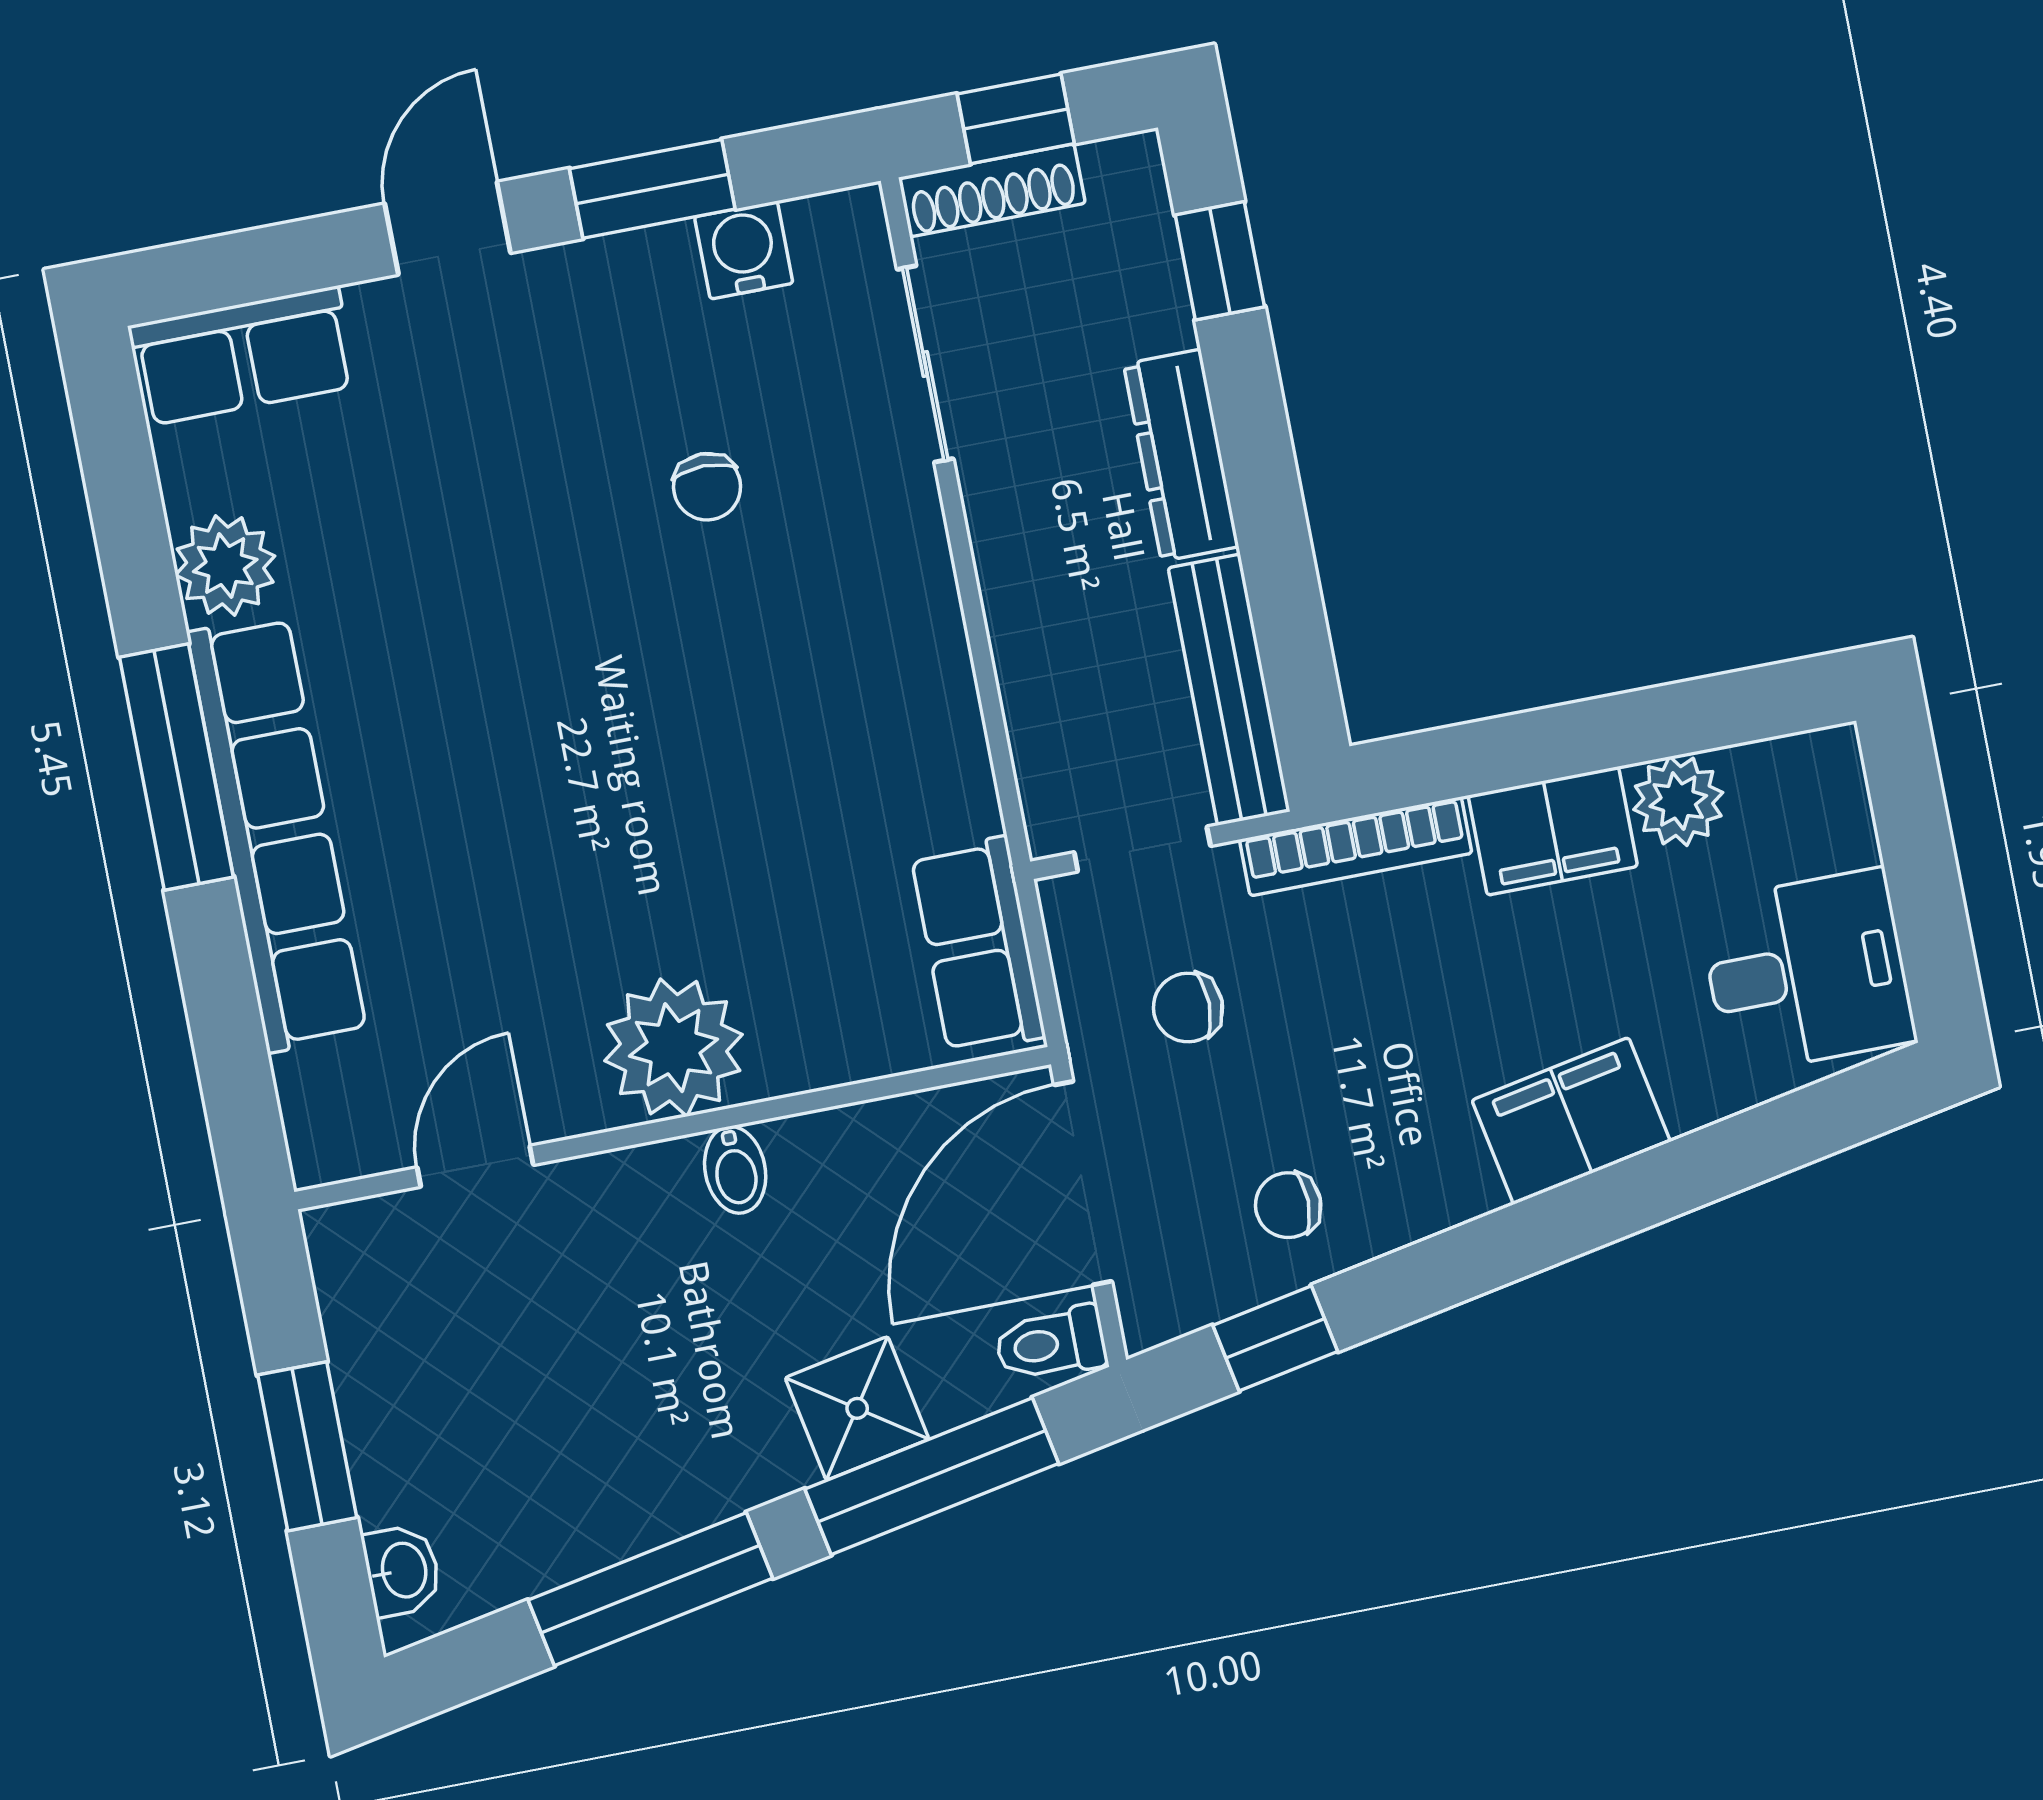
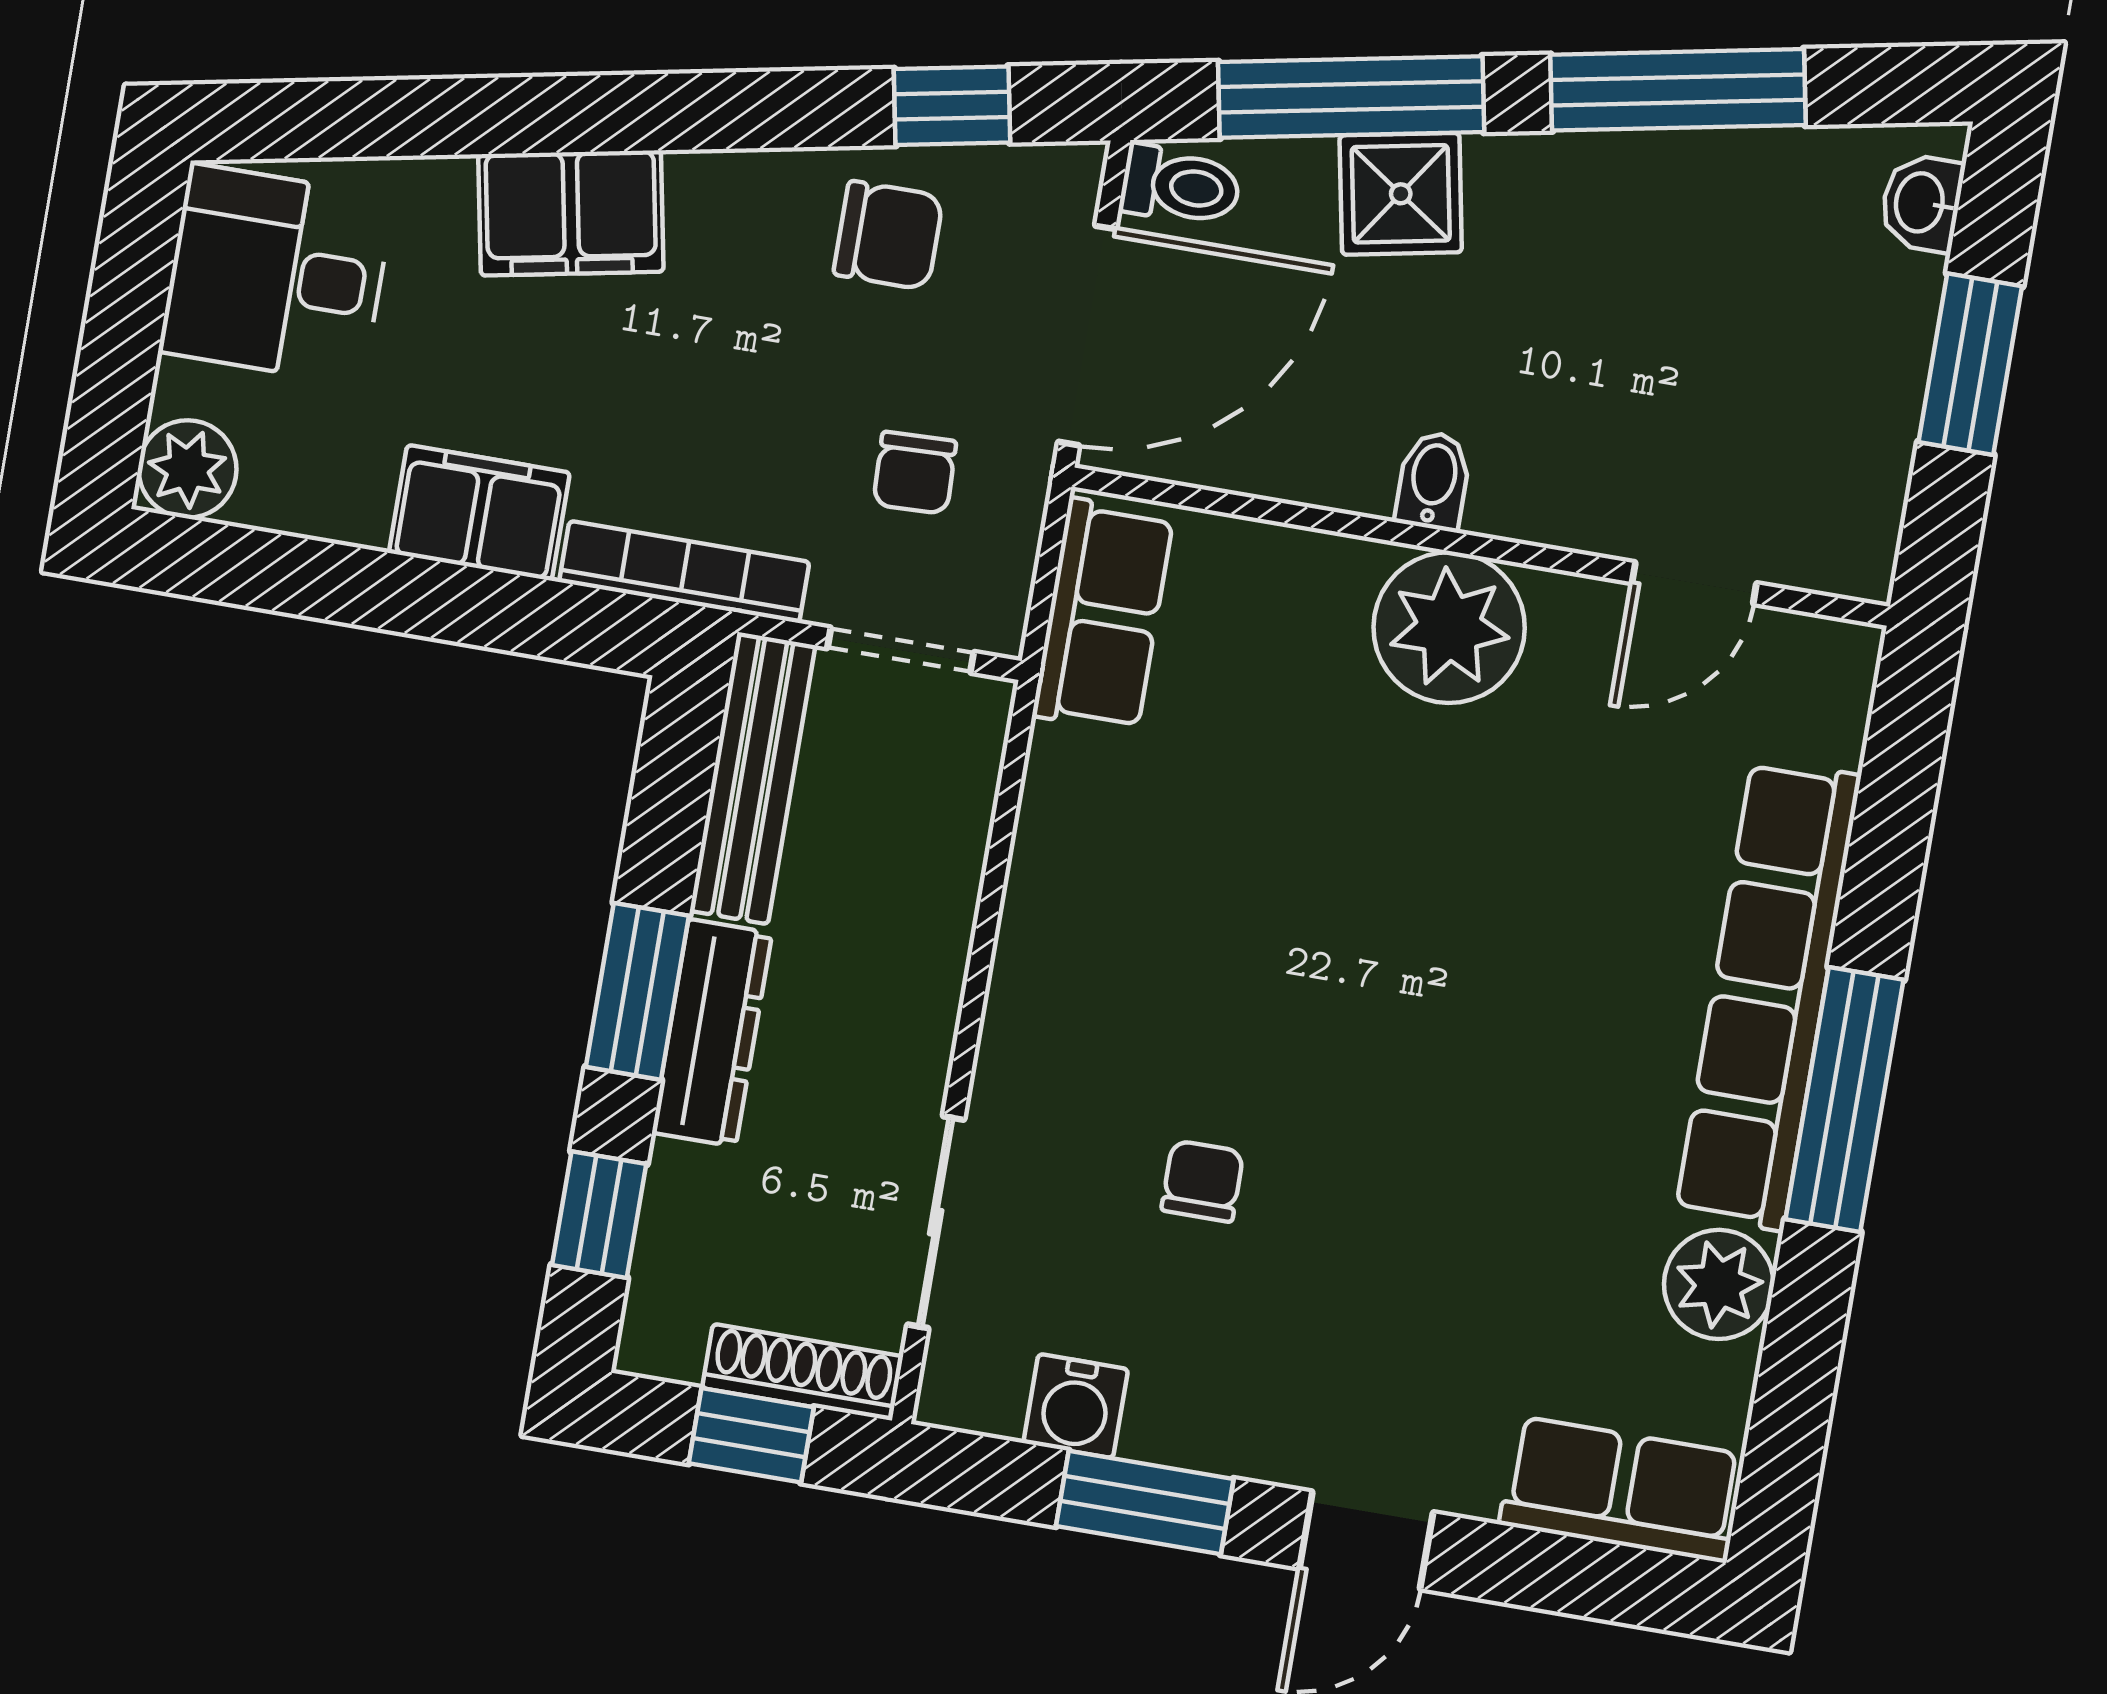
window: (1259, 467) -> (637, 991), added
plant: (1678, 801) -> (188, 469), moved
chair: (1188, 1008) -> (915, 473), turned 88
chair: (1288, 1205) -> (888, 235), width x1.37, depth x1.37

